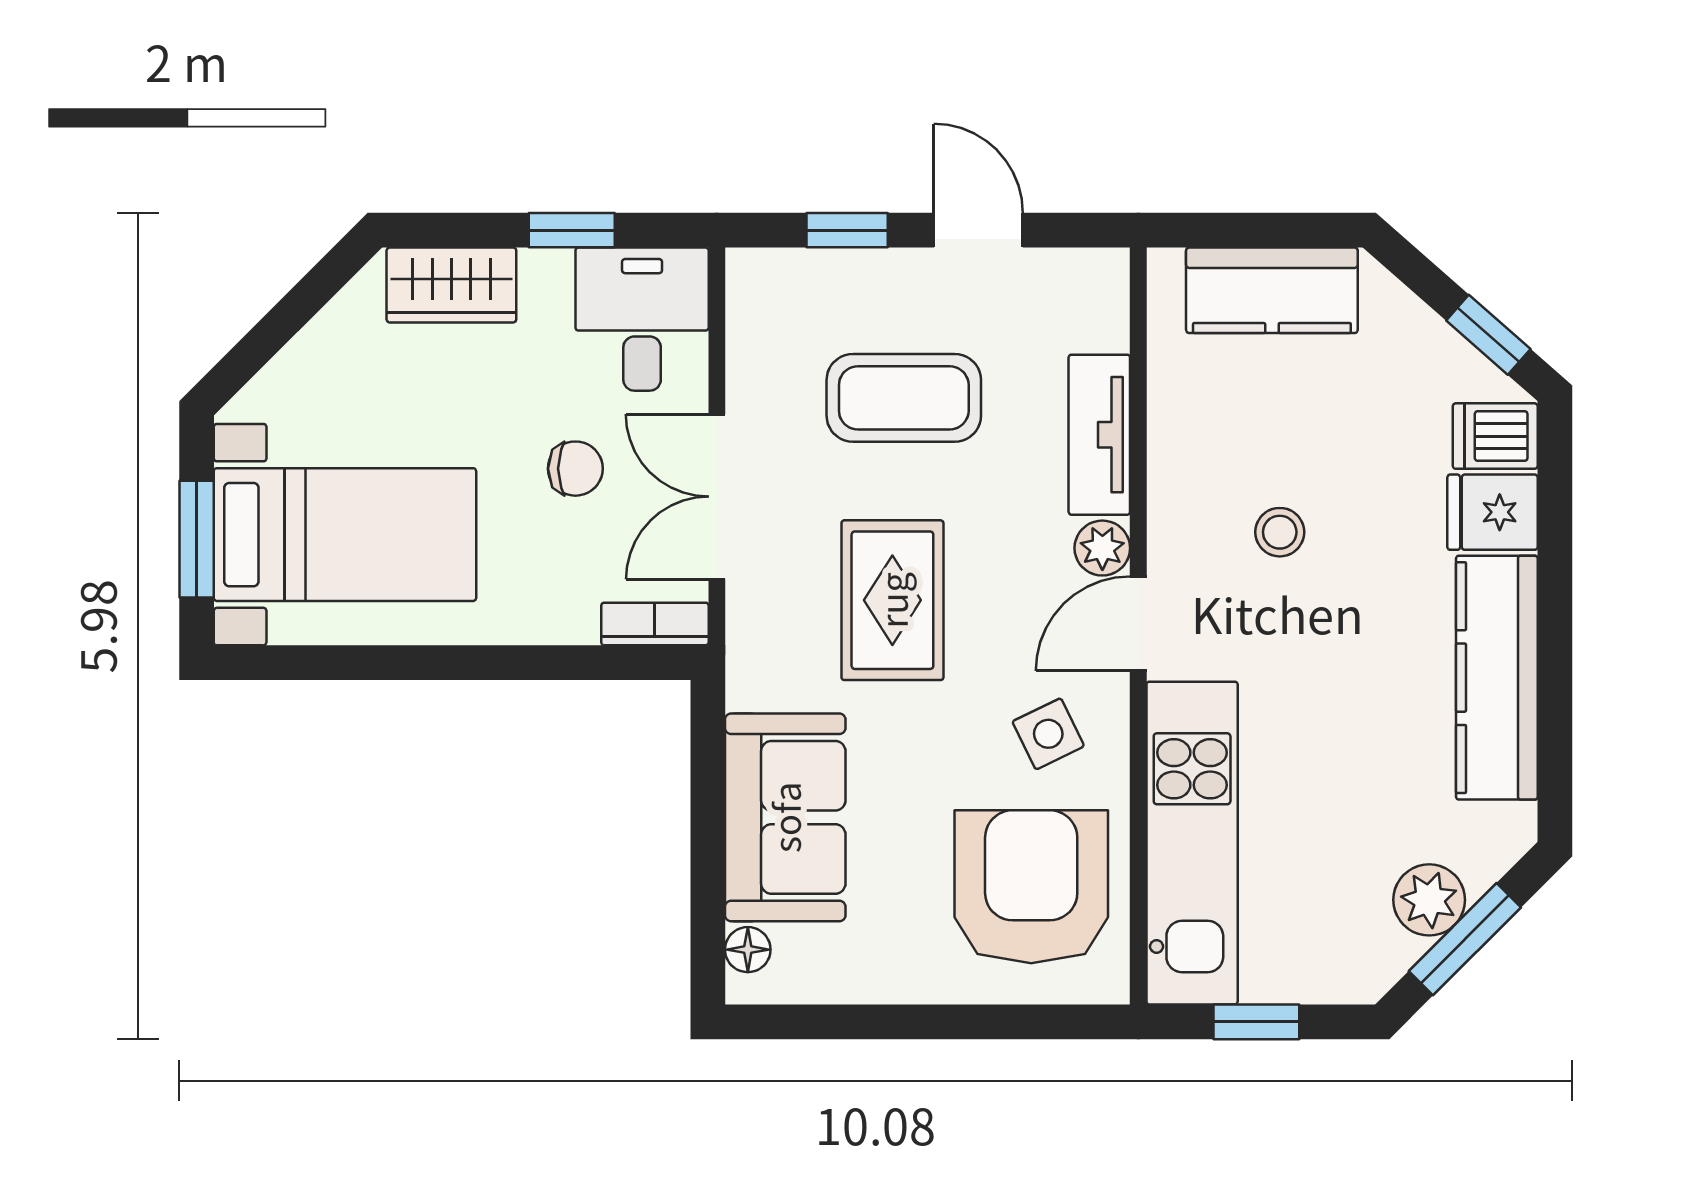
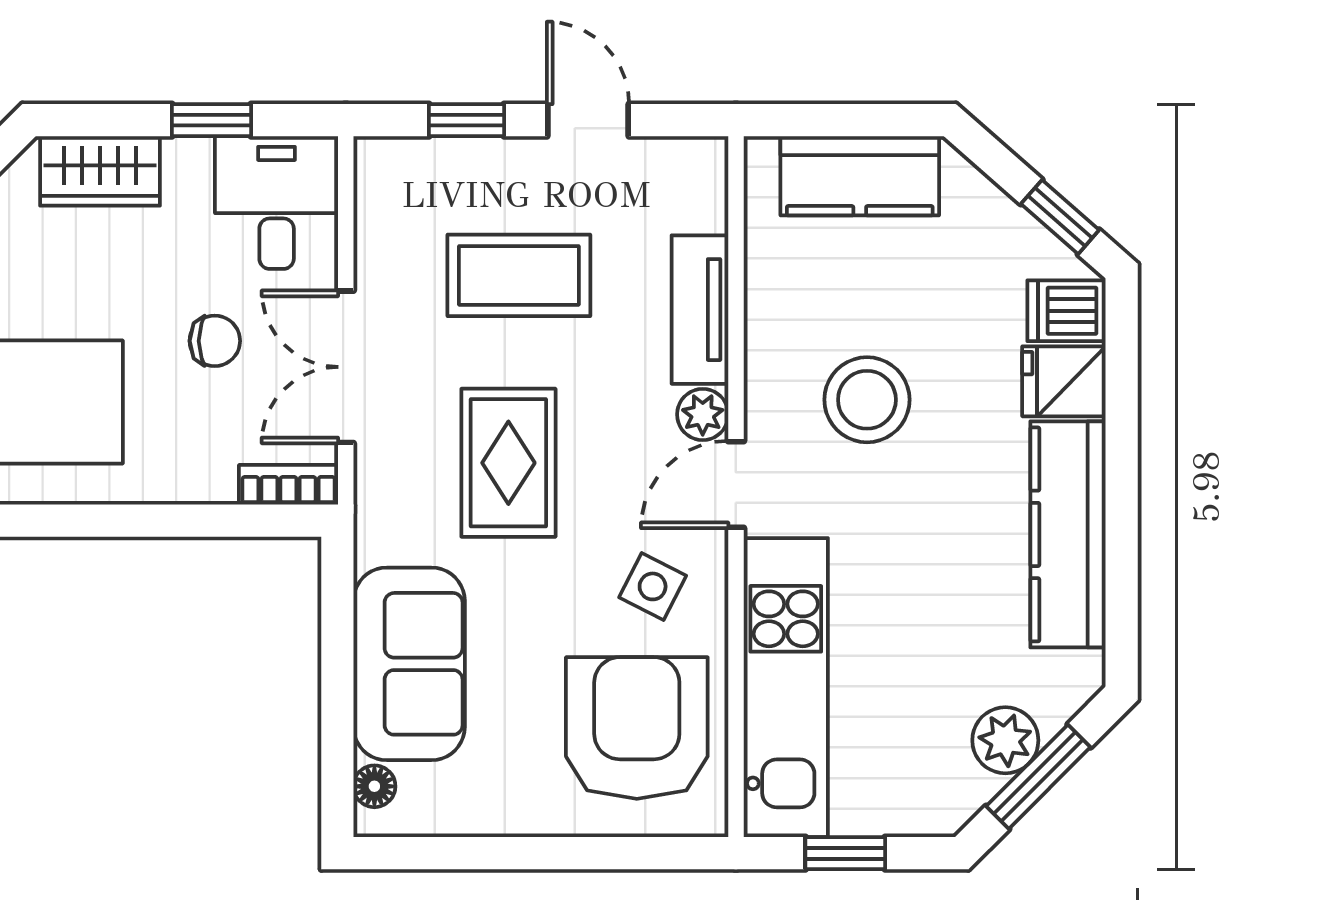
stool: (1280, 532) -> (867, 400), width x1.89, depth x1.89
side table: (1048, 734) -> (653, 586), turned -37

